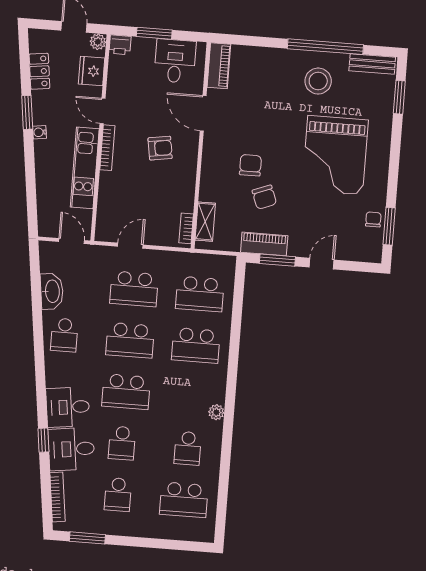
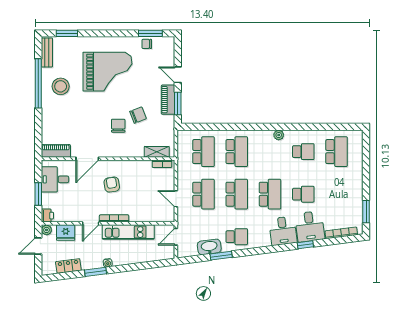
chair: (250, 165) -> (118, 126), turned 90
piano: (264, 244) -> (168, 100), moved
window: (37, 308) -> (221, 256), added
school desk: (118, 495) -> (337, 194), removed

